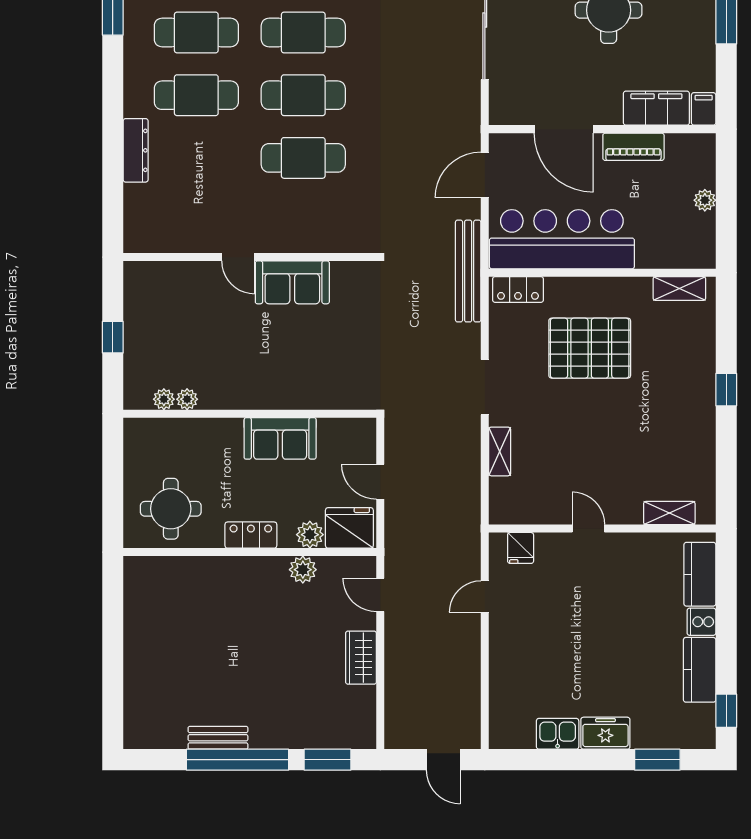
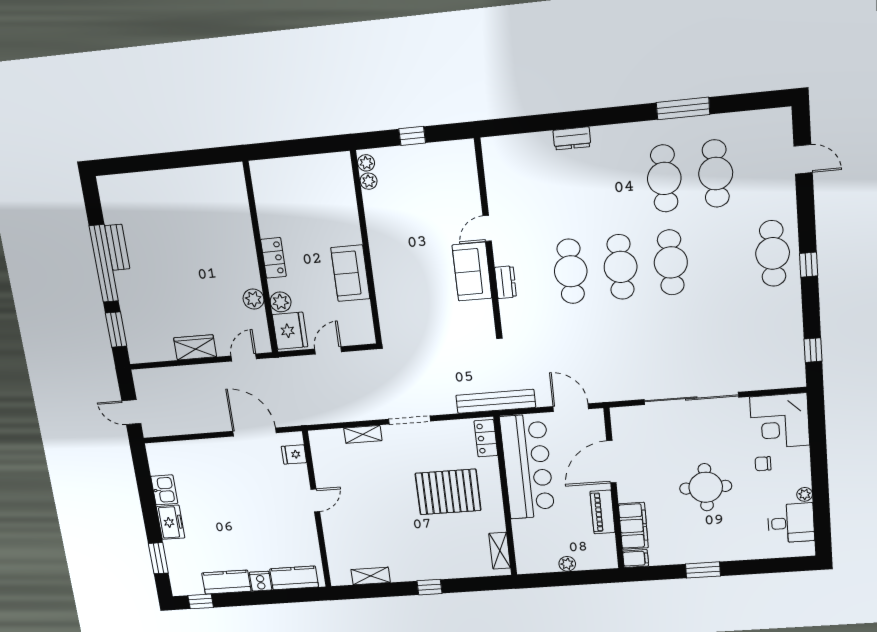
cafe table: (196, 95) -> (613, 183), removed
dresser: (136, 150) -> (572, 138), width x0.70
dresser: (310, 241) -> (506, 282), added
pallet: (590, 348) -> (448, 492), turned 90
plant: (187, 399) -> (366, 163), moved
round table: (171, 509) -> (284, 195), removed
shelving: (669, 513) -> (371, 576), moved, turned 90
door: (485, 597) -> (255, 432), width x1.88
door: (443, 760) -> (131, 412), hinge flipped

